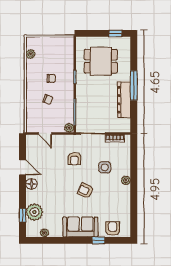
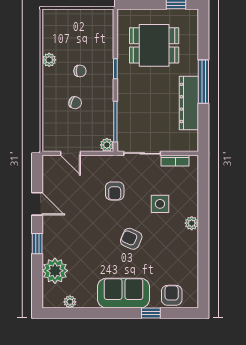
plant: (31, 54) -> (49, 60), moved
floor lamp: (31, 184) -> (50, 229), removed
window: (23, 215) -> (37, 244), moved

